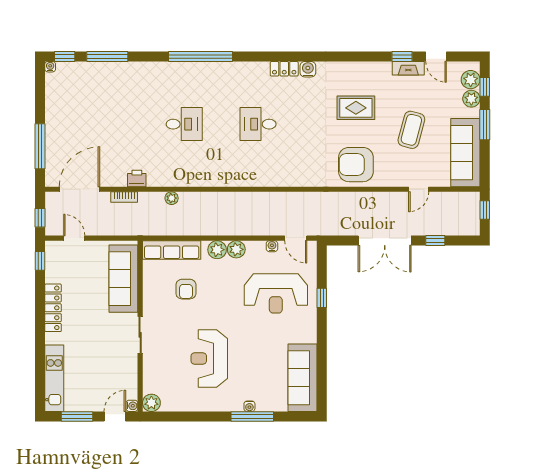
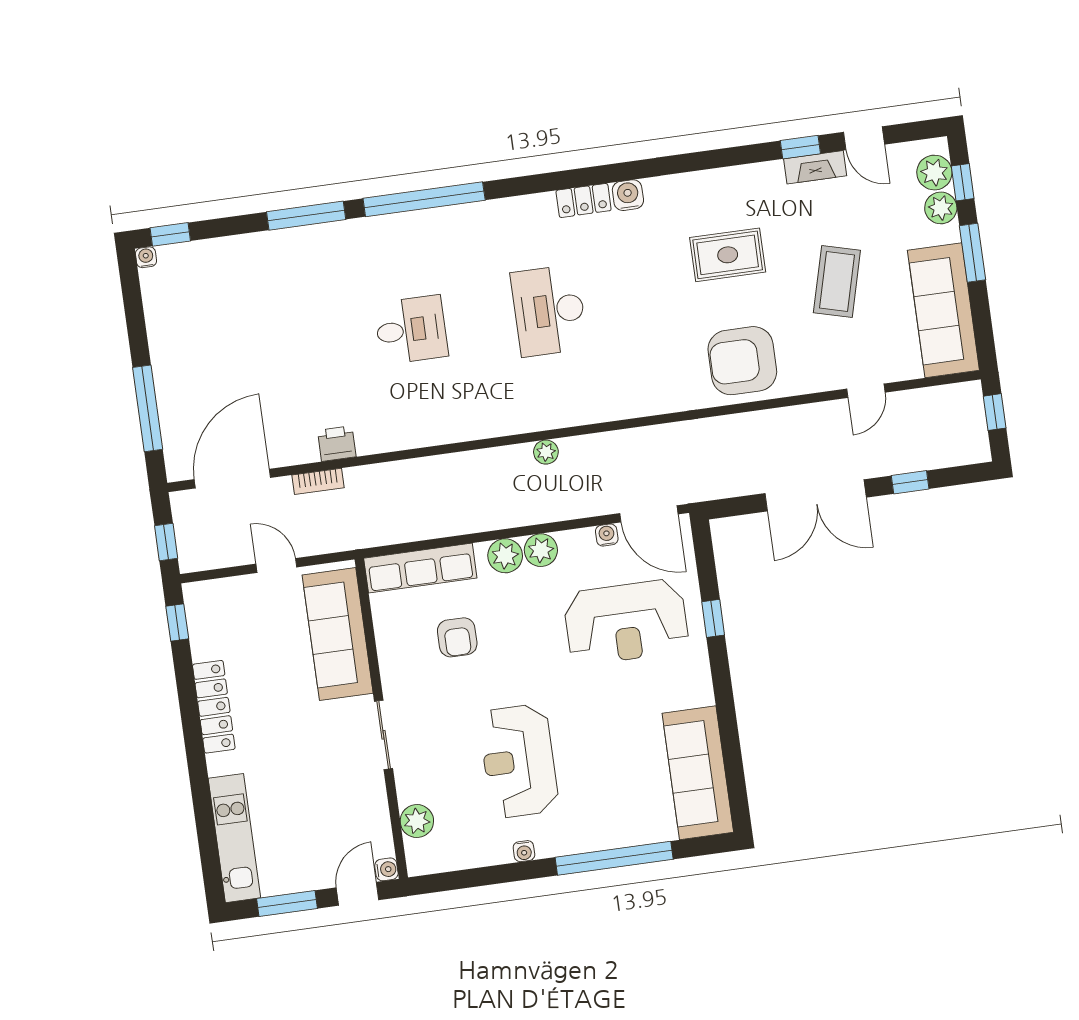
window: (107, 57) -> (306, 216), moved
desk: (258, 124) -> (549, 311), width x1.37
plant: (172, 198) -> (546, 452), moved
door: (74, 238) -> (276, 565), moved
door: (296, 238) -> (649, 514), width x1.38
plant: (151, 403) -> (417, 821), moved
water cooler: (249, 406) -> (524, 851), moved
window: (252, 417) -> (614, 858), width x1.46

